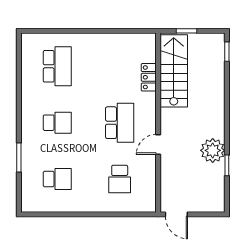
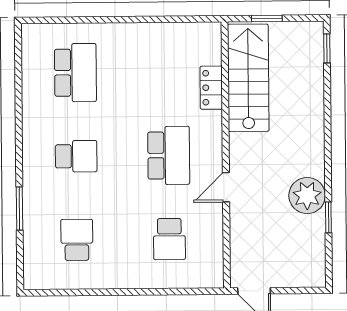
school desk: (57, 179) -> (77, 240), turned -90

